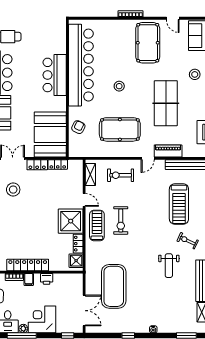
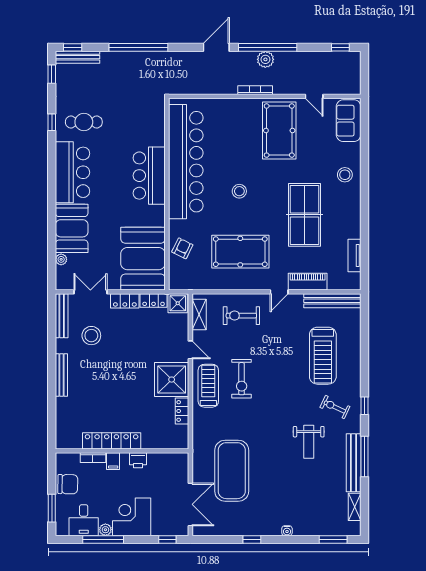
shower: (76, 261) -> (178, 303), moved

